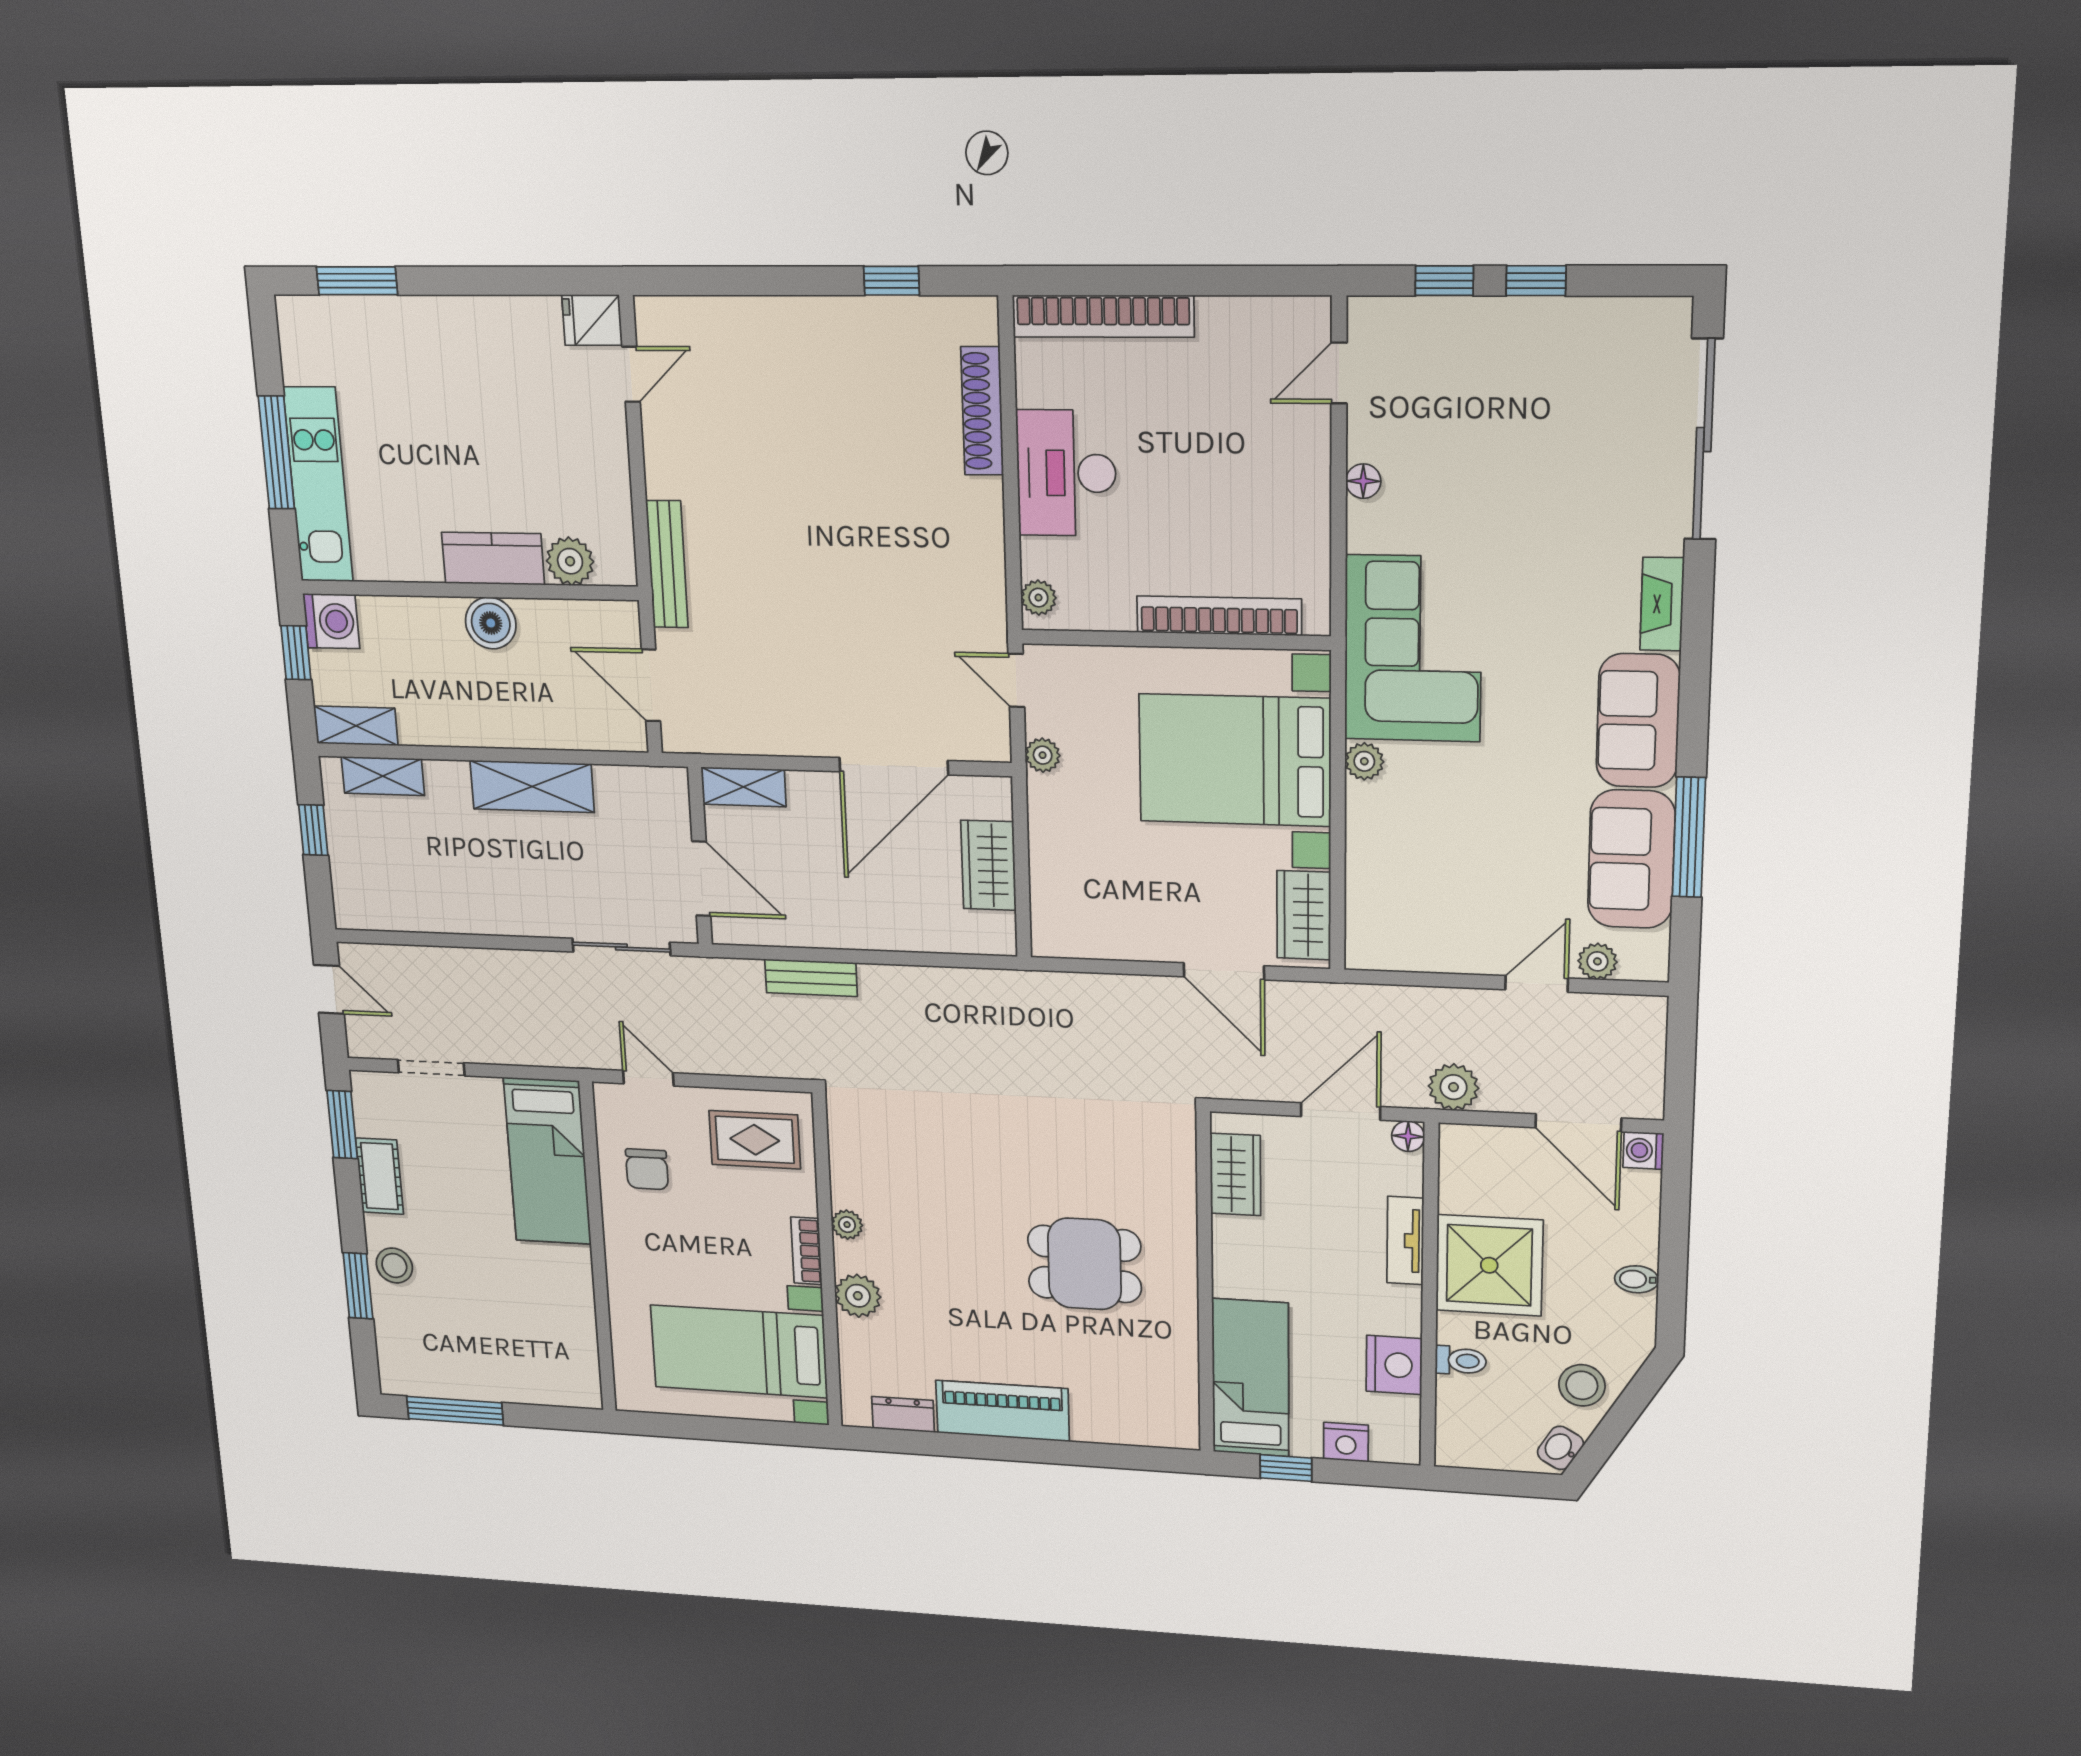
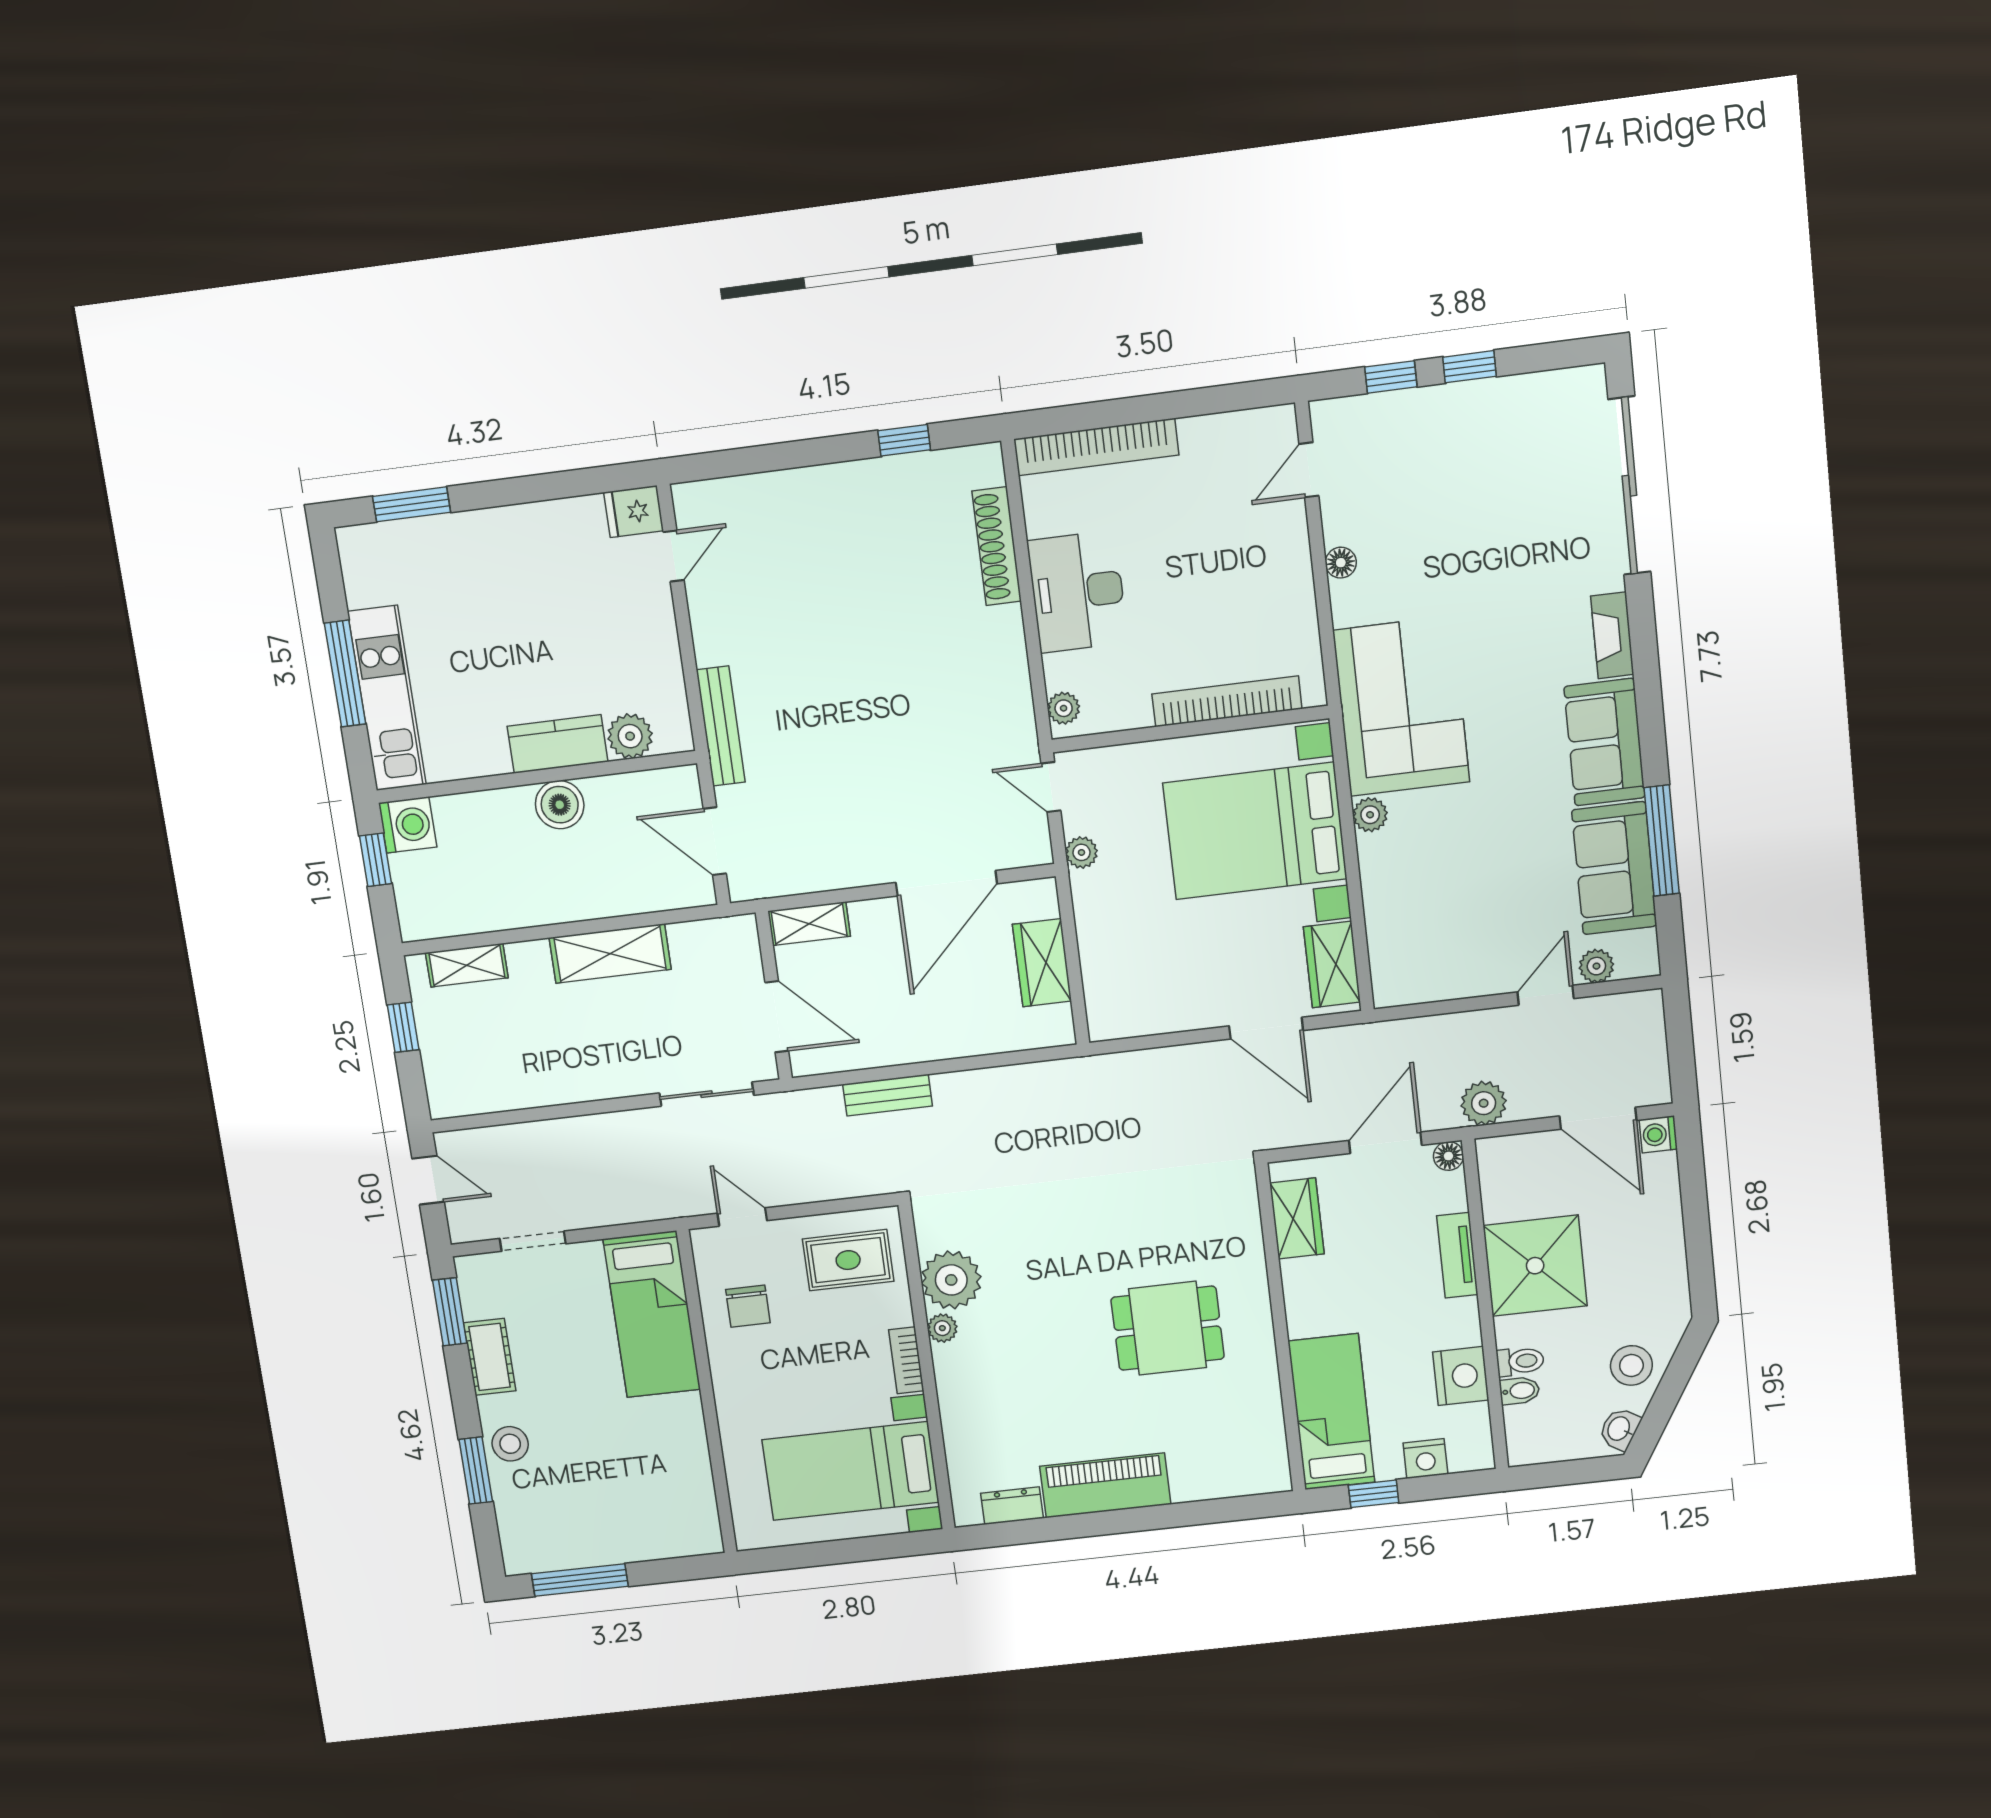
shelving: (356, 726) -> (438, 921), removed
bidet: (1637, 1279) -> (1520, 1391), moved, turned 180
plant: (858, 1296) -> (951, 1280), moved, width x1.36, depth x1.36

